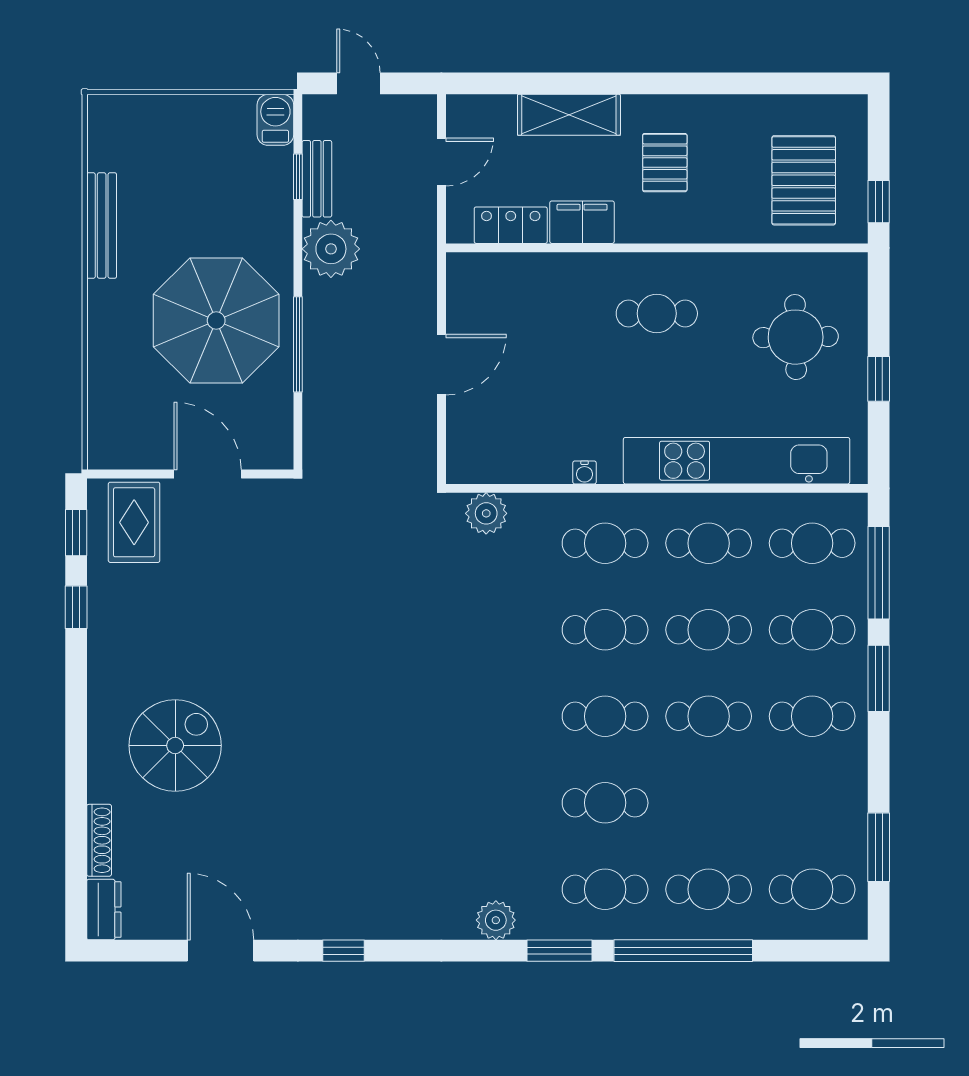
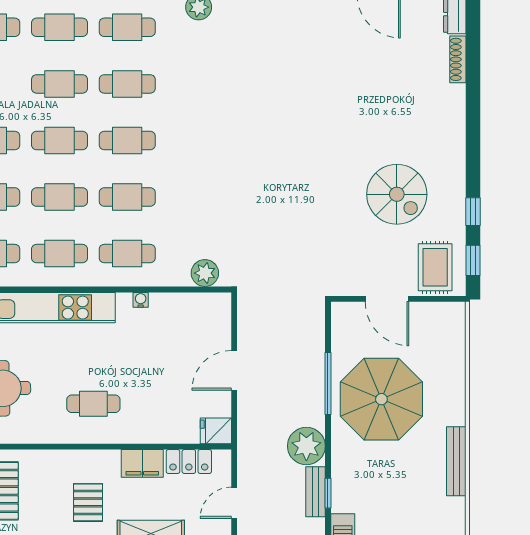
fridge: (469, 272) -> (216, 431), added
spiral stairs: (175, 745) -> (397, 194), moved, turned -90
cafe table: (709, 803) -> (59, 84), added

